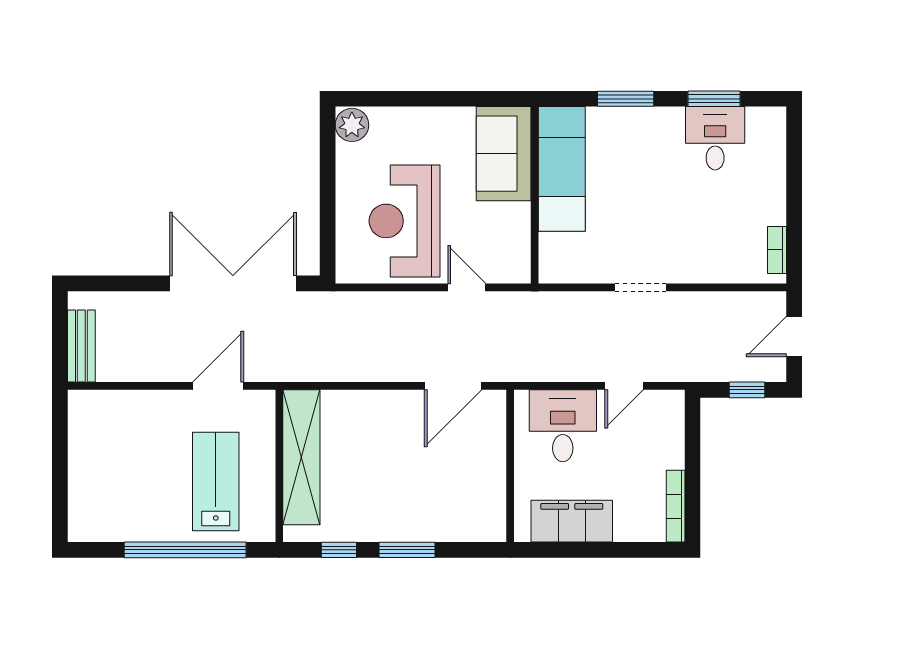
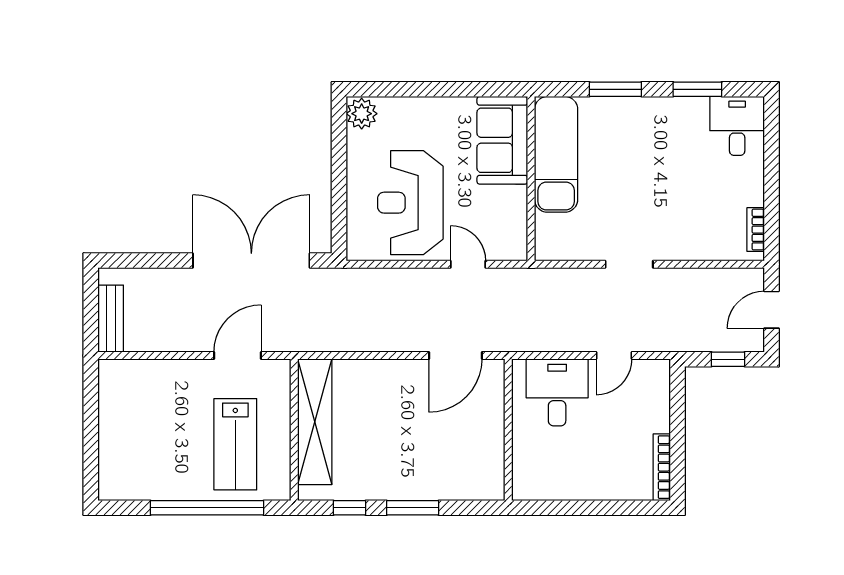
desk: (715, 138) -> (737, 126), moved
lab bench: (216, 482) -> (235, 444), turned 180
filing cabinet: (572, 521) -> (565, 481), removed

